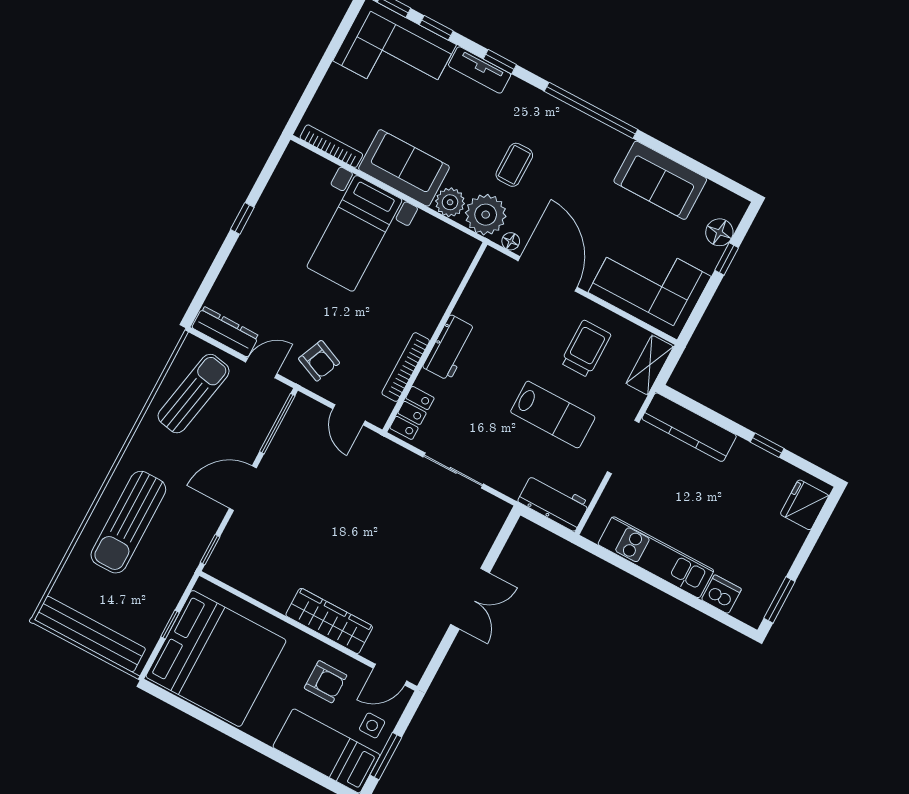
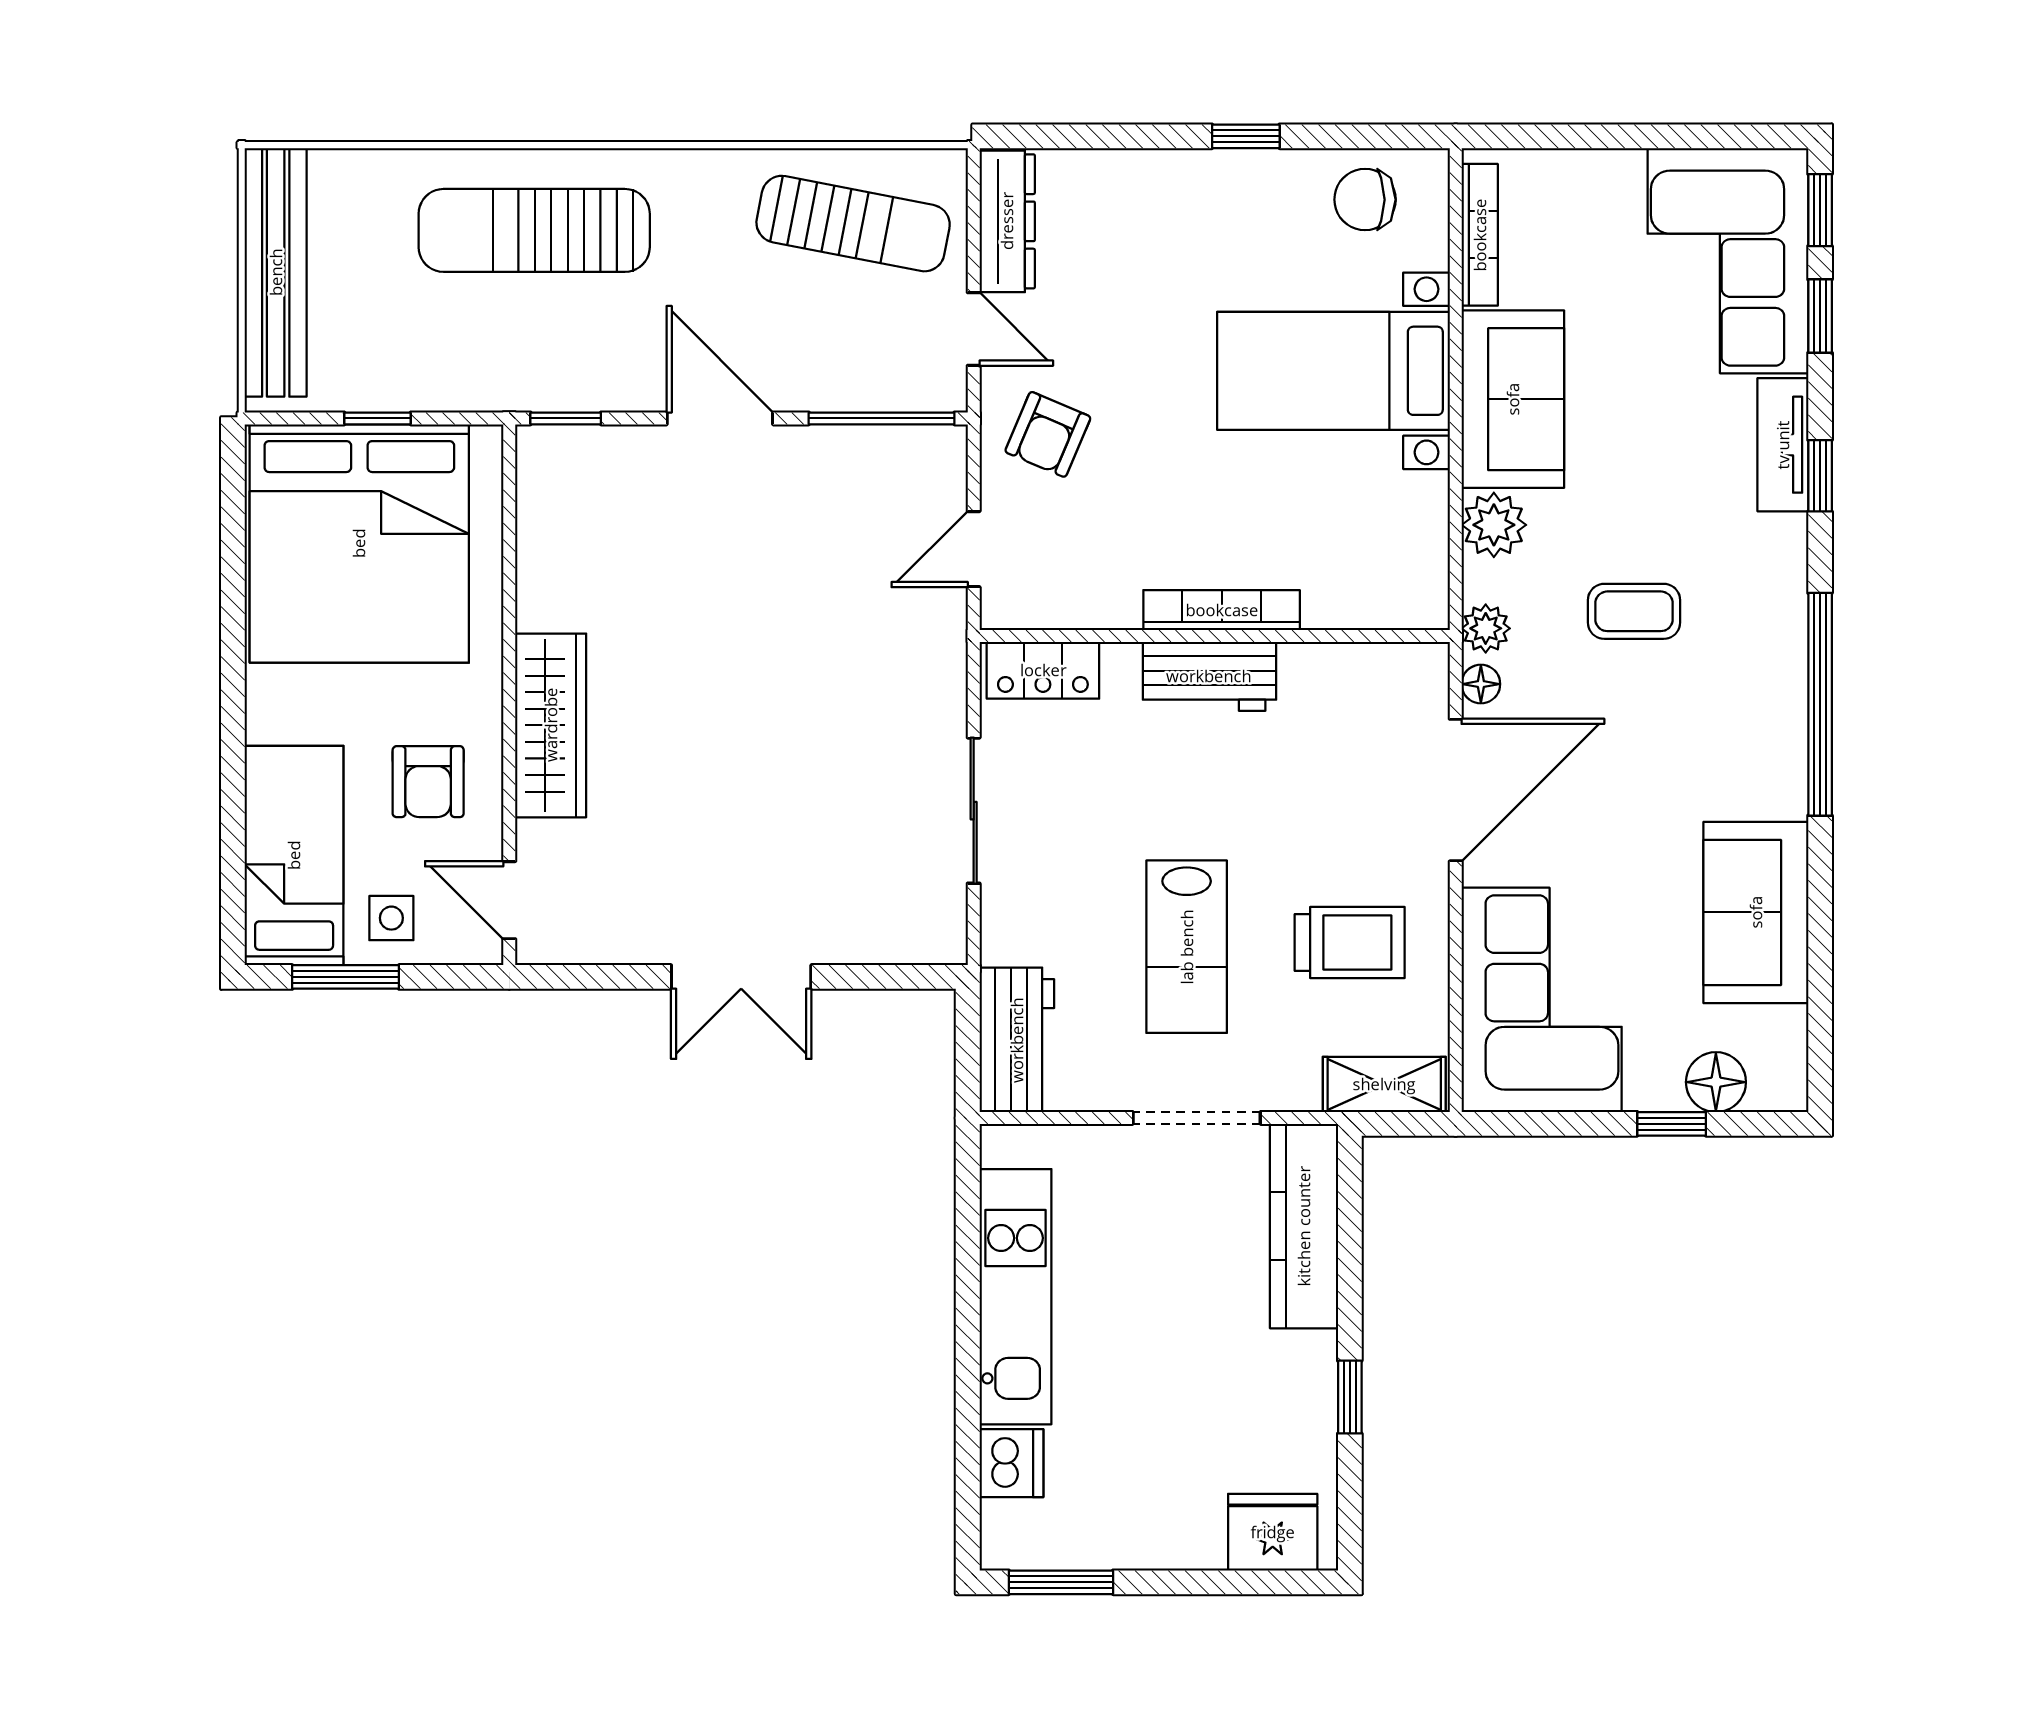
chair: (293, 184) -> (1365, 200), added
plant: (486, 215) -> (1486, 628), width x0.53, depth x0.53
bookcase: (406, 367) -> (1222, 610), moved

